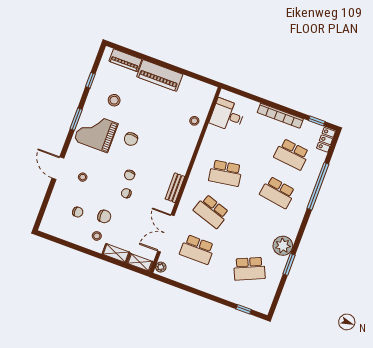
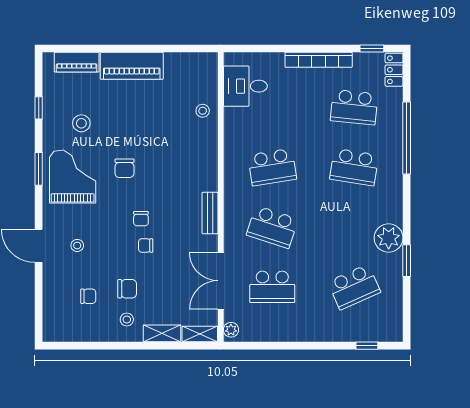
grand piano: (96, 132) -> (73, 177), turned 90

